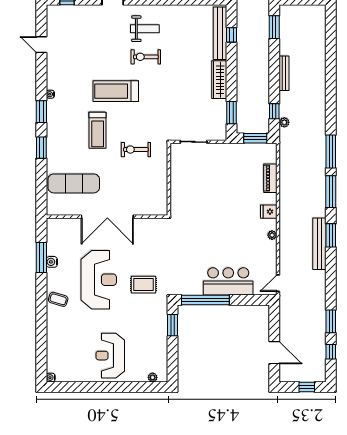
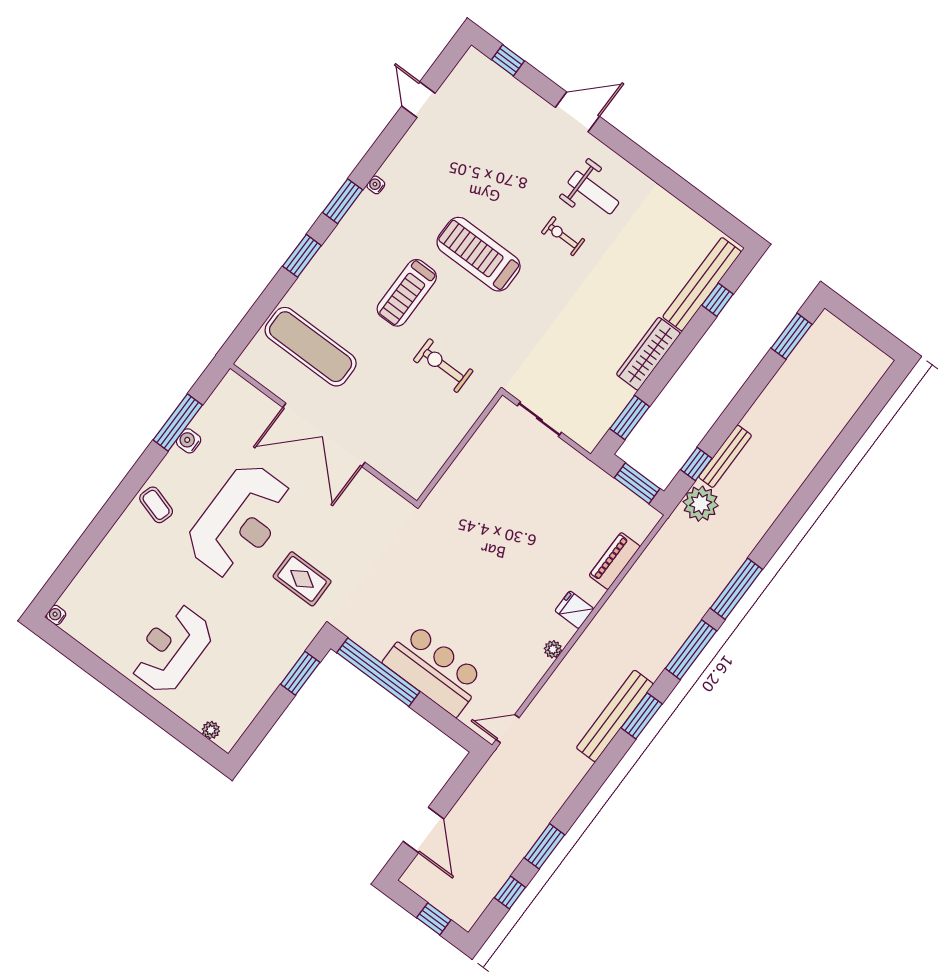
exercise bike: (146, 57) -> (563, 236), width x0.73, depth x0.72
bench: (284, 73) -> (725, 456), moved
plant: (284, 122) -> (701, 504), width x1.87, depth x1.87

